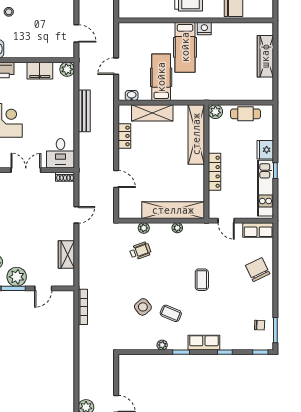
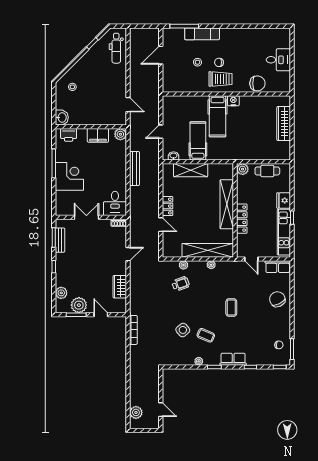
shelving: (196, 134) -> (227, 204), moved
locker: (124, 136) -> (168, 206), moved
door: (43, 288) -> (101, 315), swing flipped

